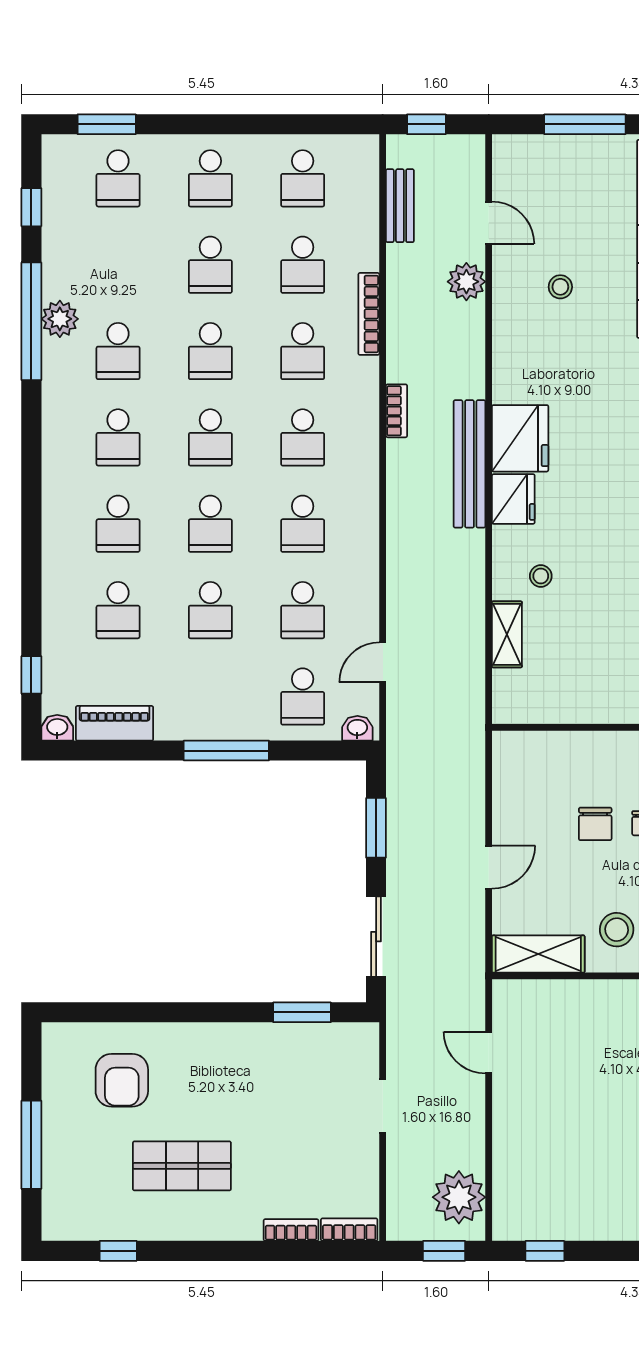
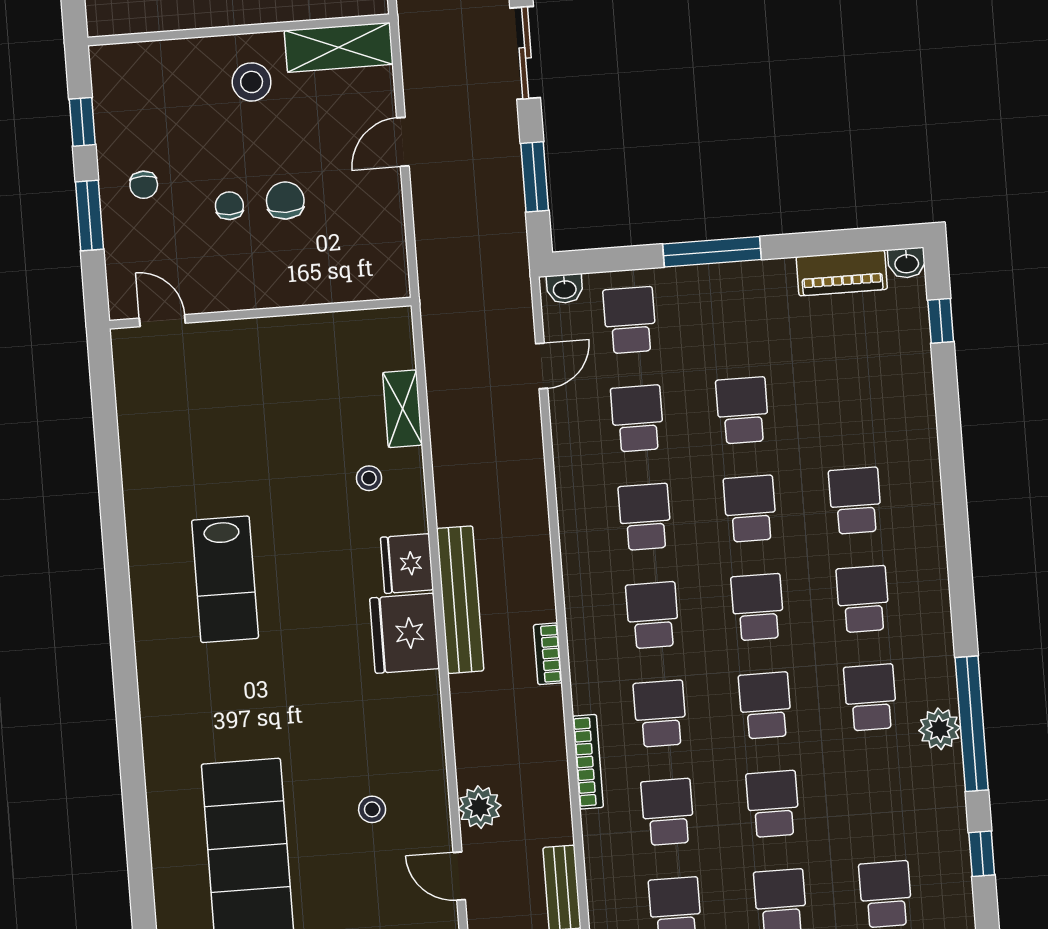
school desk: (118, 610) -> (848, 402), removed

